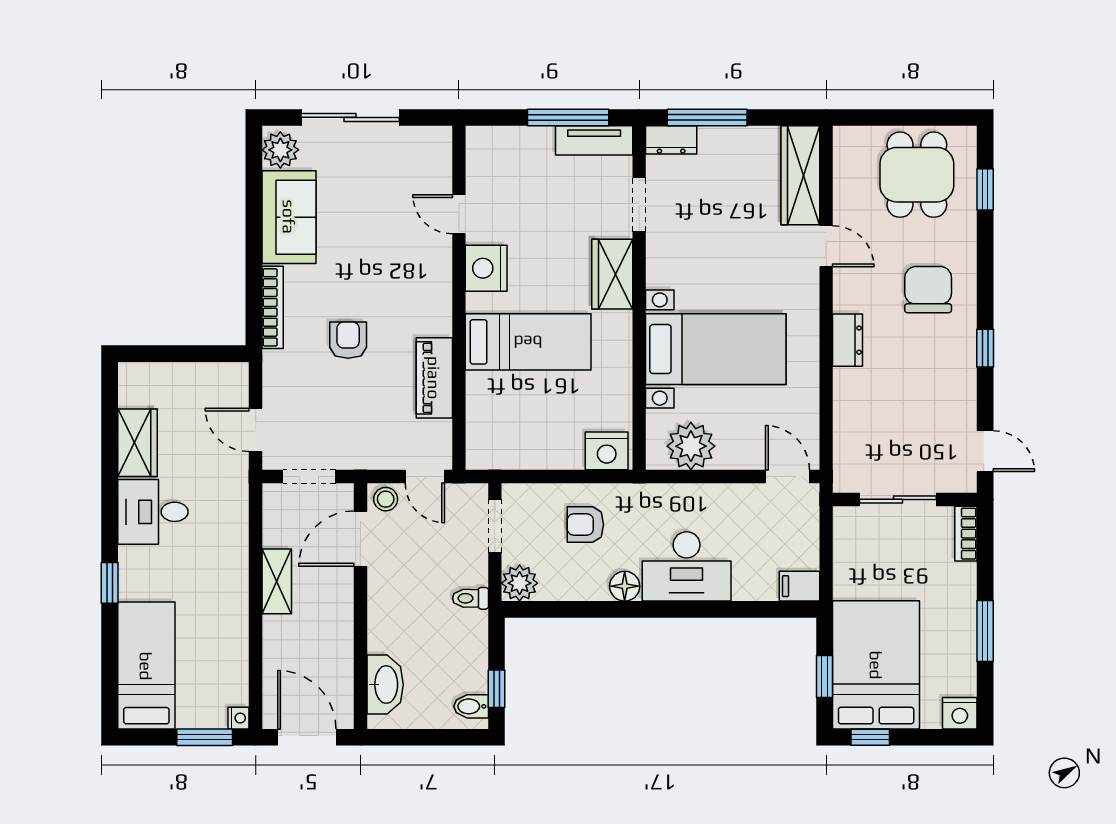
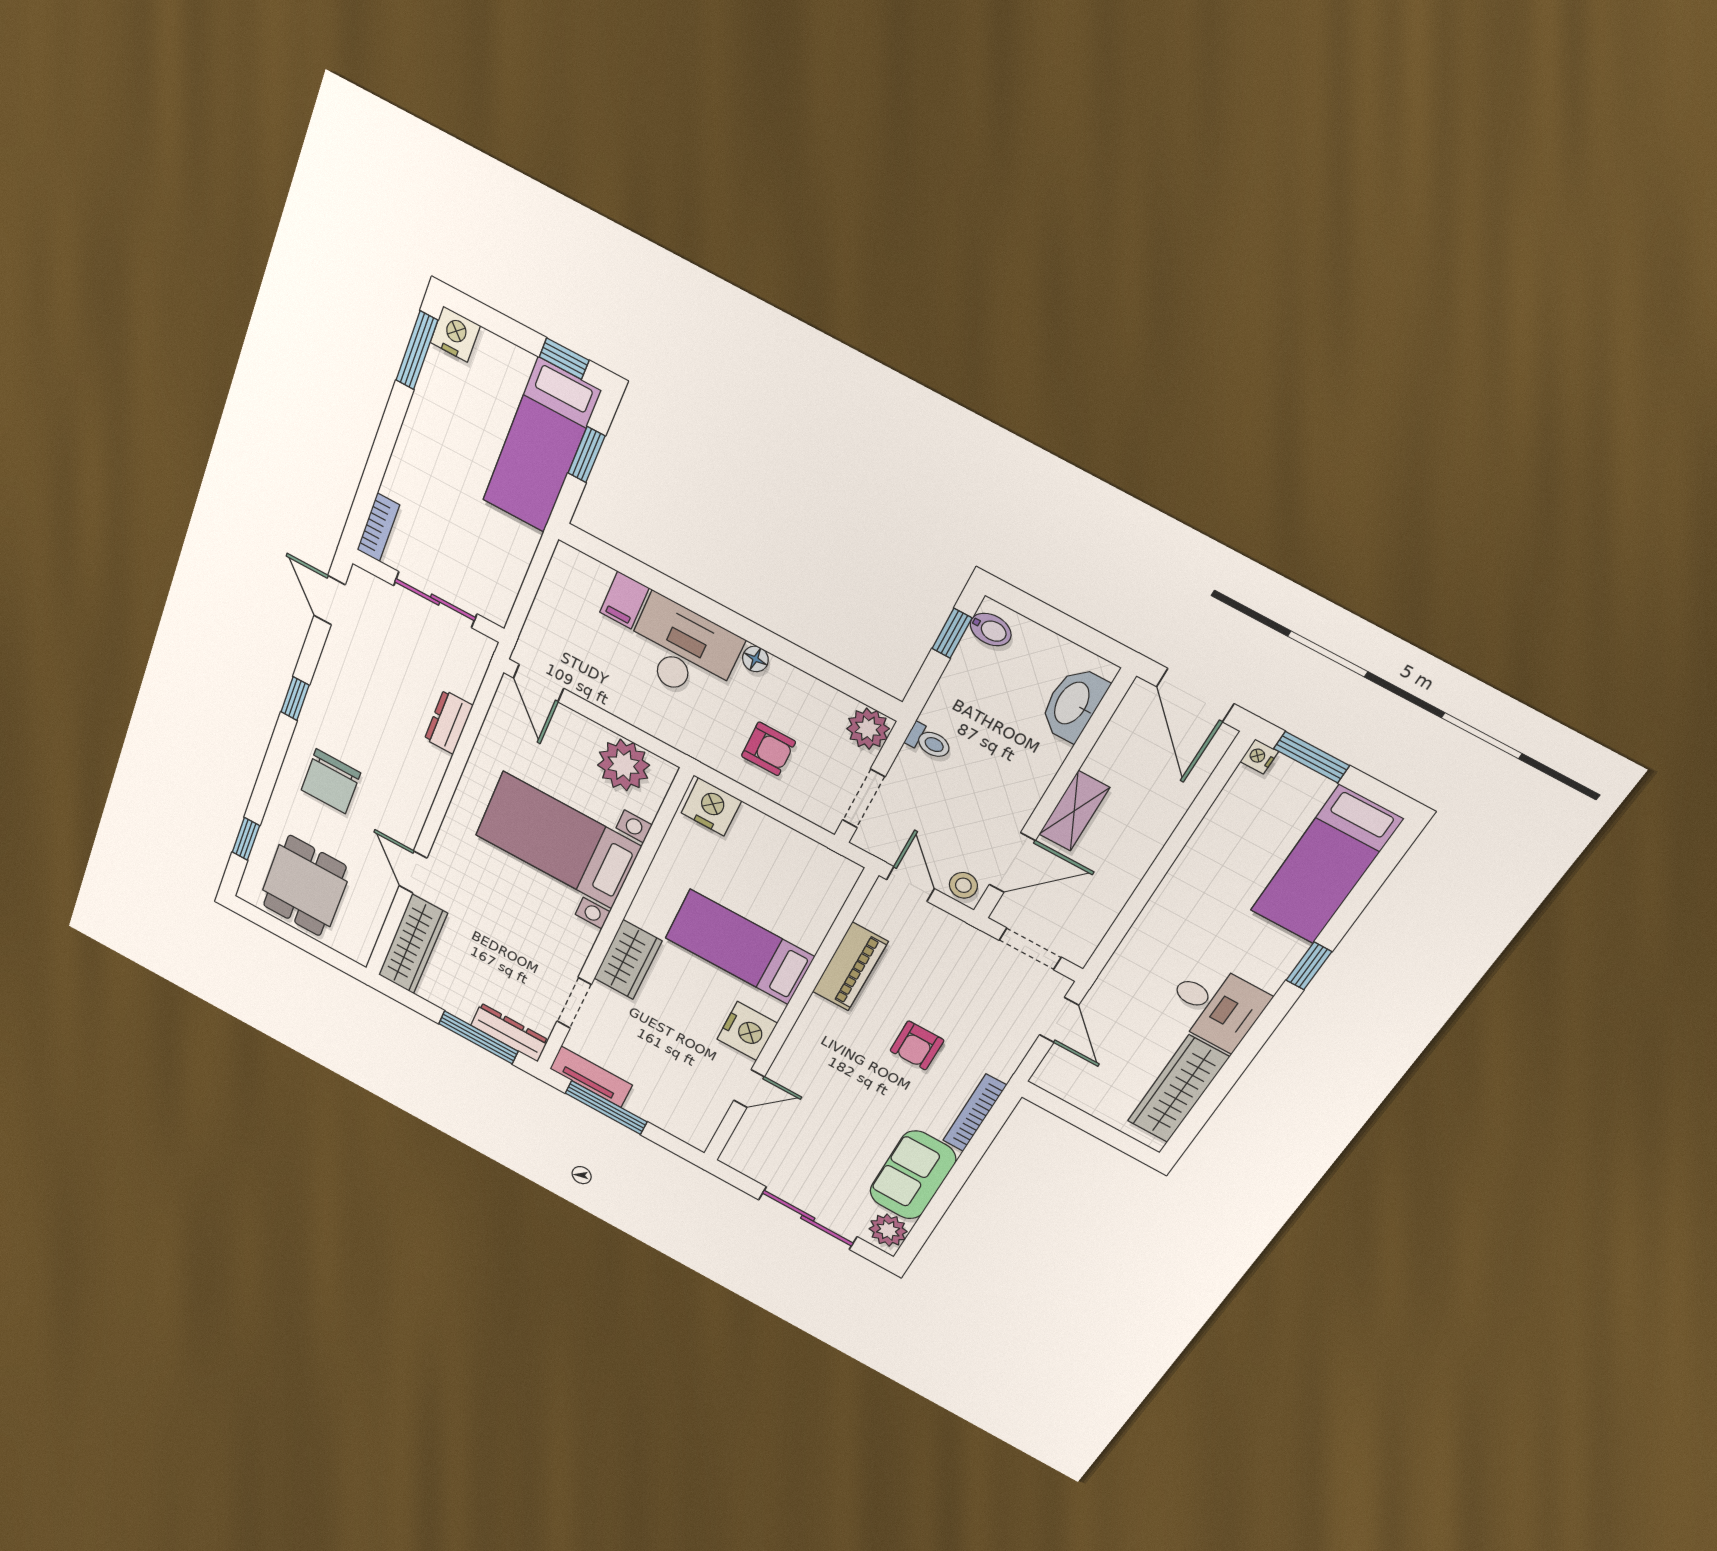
dresser: (671, 140) -> (509, 1032), width x1.44
door: (459, 214) -> (749, 1089), hinge flipped
dresser: (847, 340) -> (449, 722), moved
wardrobe: (137, 443) -> (1178, 1089), width x1.50
shelving: (277, 581) -> (1074, 811), moved
floor lamp: (625, 586) -> (755, 659), width x0.73, depth x0.73
filing cabinet: (800, 586) -> (624, 600), moved, turned 90
window: (985, 631) -> (417, 350), moved
bed: (876, 665) -> (541, 446), width x0.67

